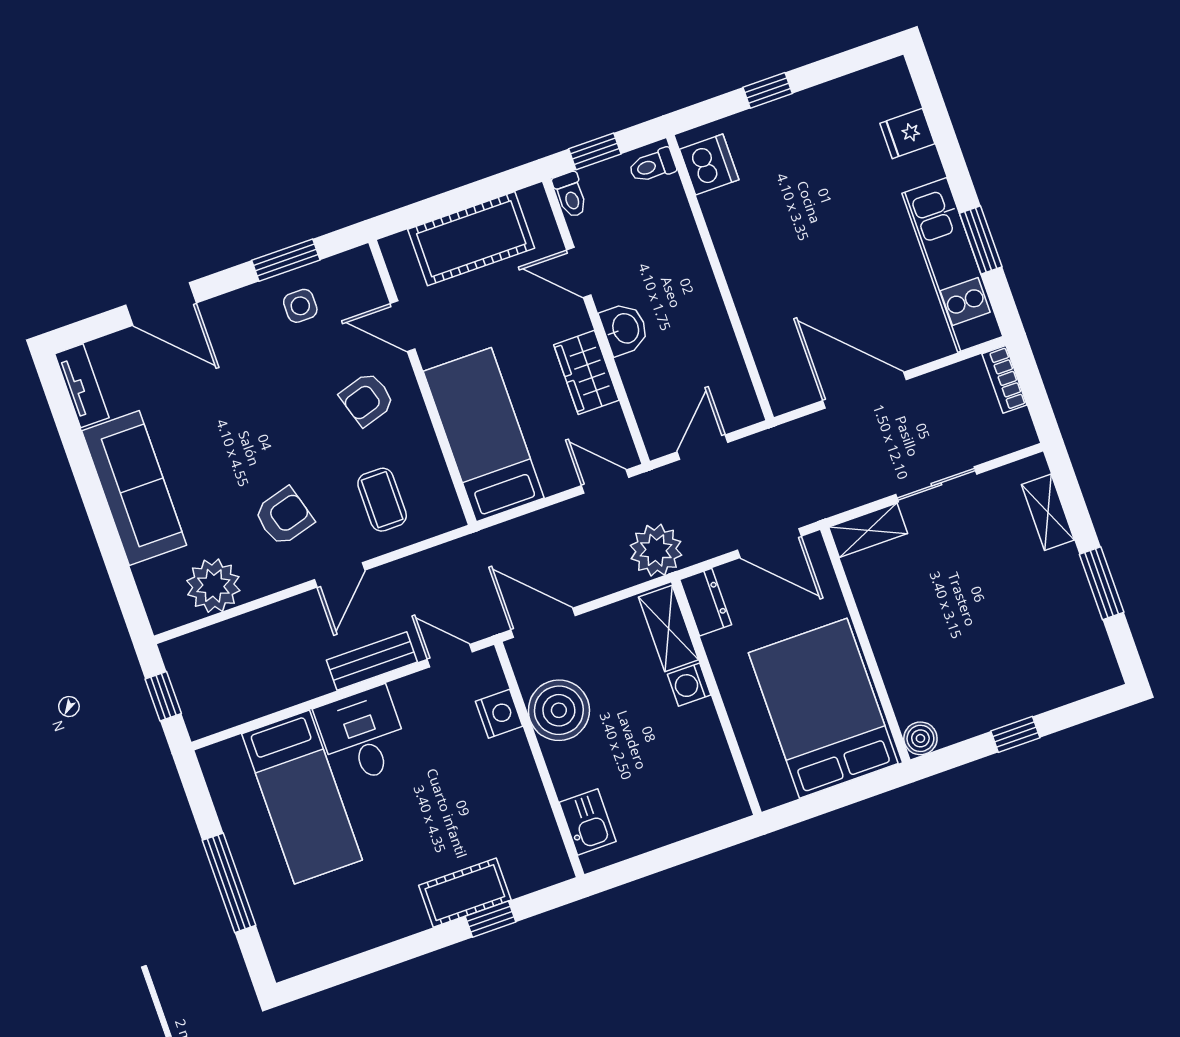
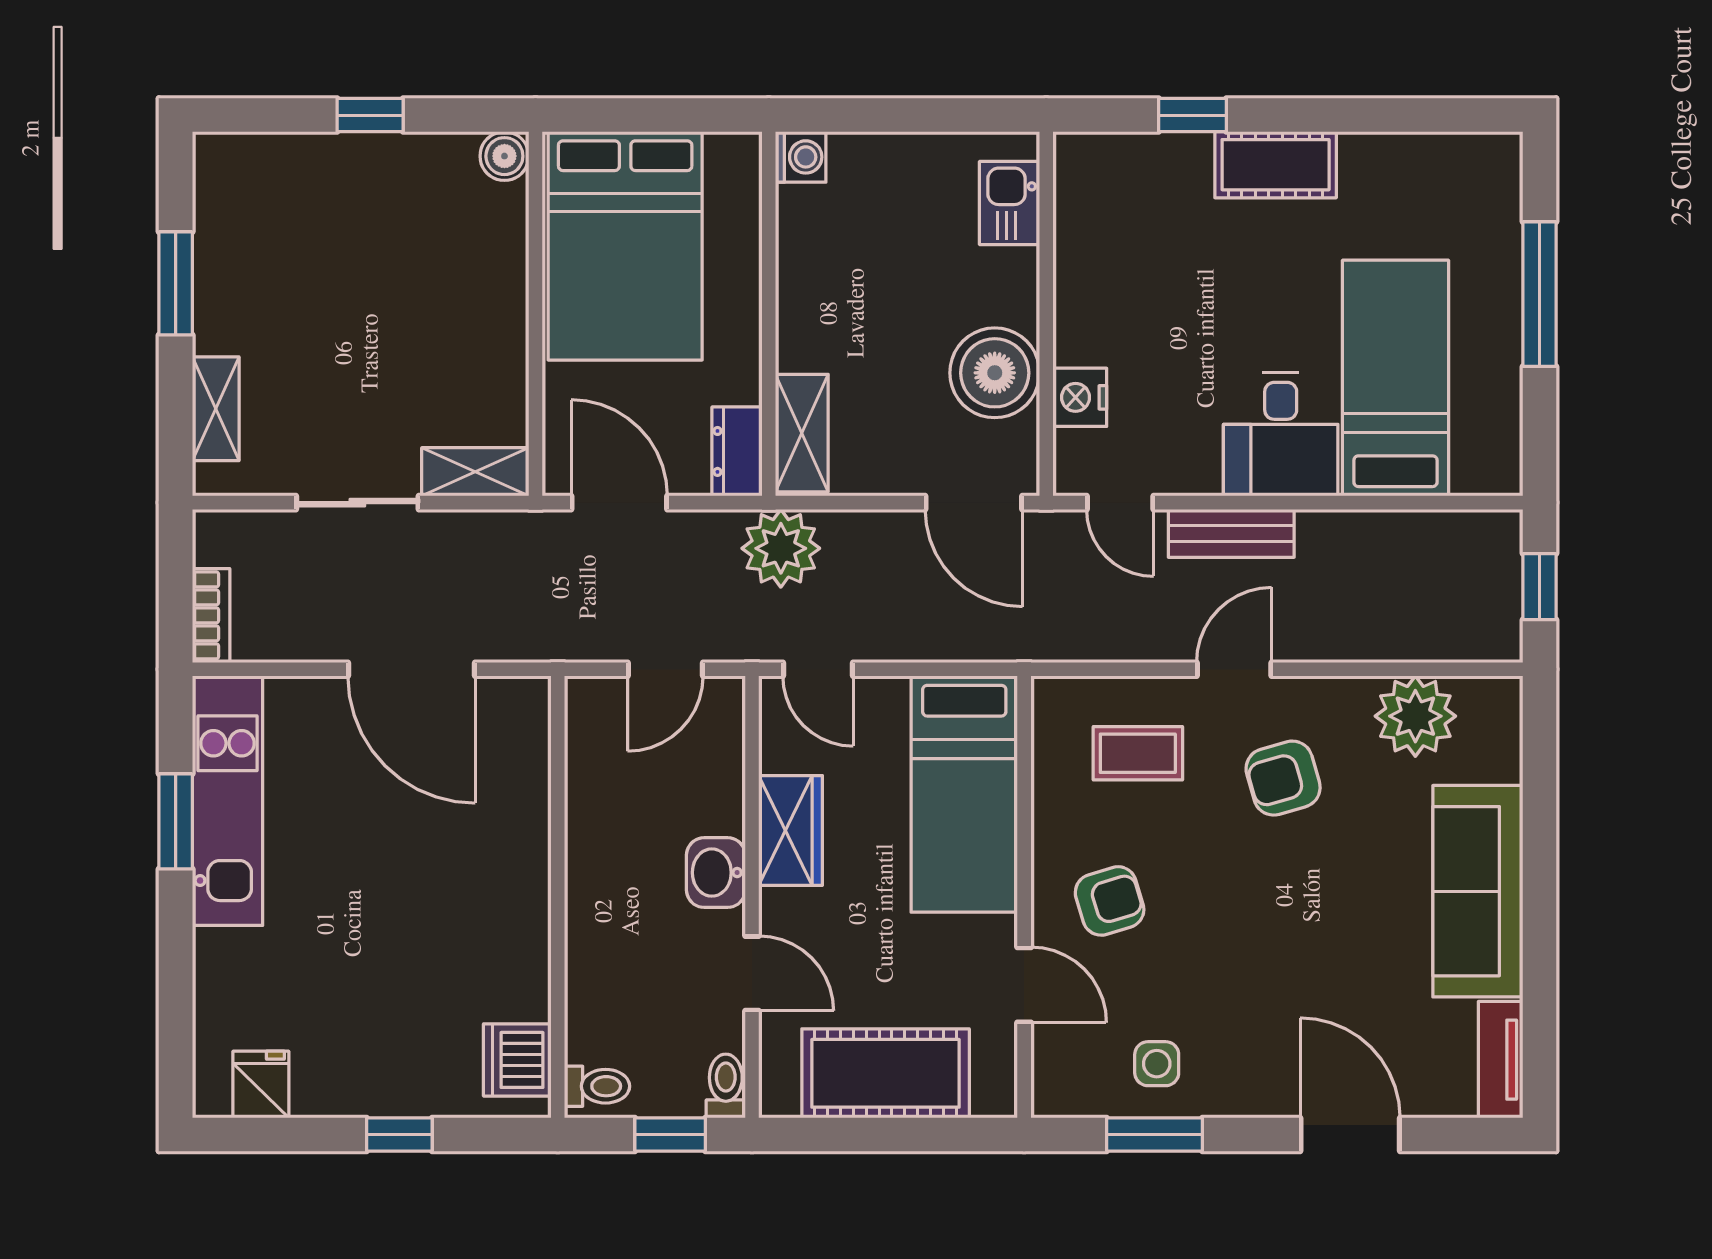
fridge: (907, 133) -> (261, 1085), moved, turned -90
coffee table: (382, 500) -> (1138, 753), turned 90
washing machine: (689, 685) -> (801, 157), moved
cot: (465, 893) -> (1276, 165), moved

